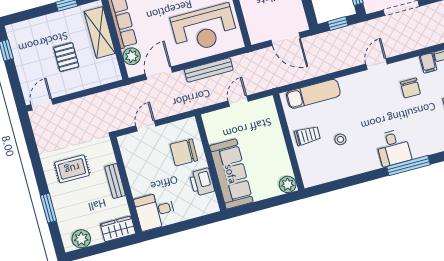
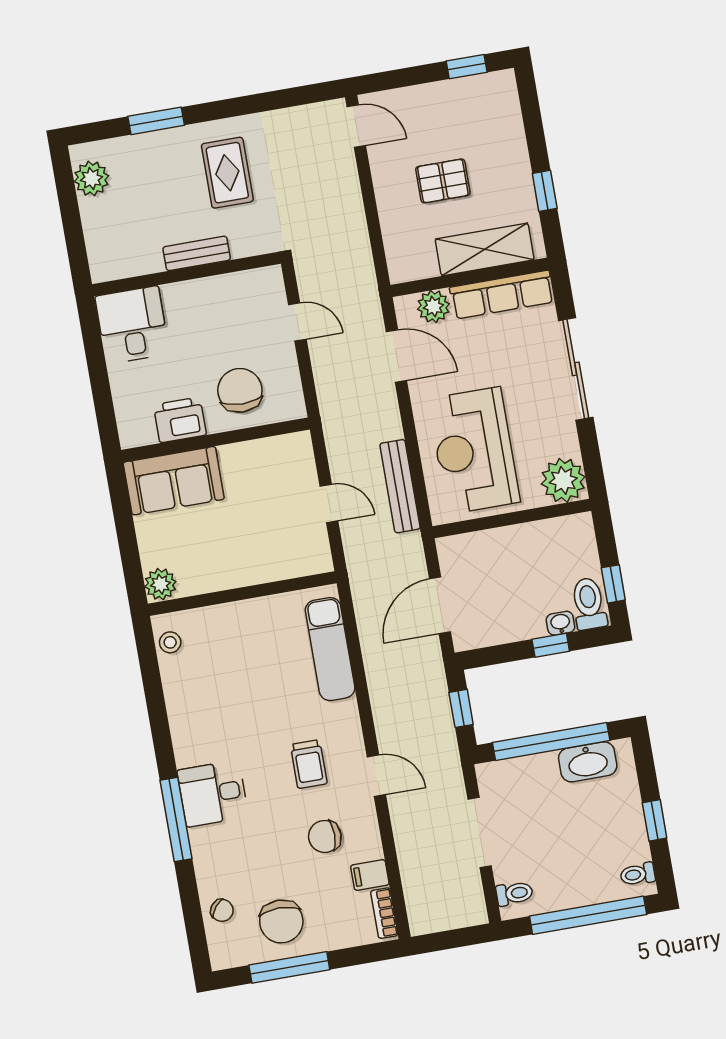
bench: (209, 70) -> (400, 486), moved
trolley: (307, 136) -> (309, 764), moved
stool: (340, 139) -> (170, 642), moved
sofa: (231, 174) -> (174, 481), width x0.73
wardrobe: (118, 229) -> (104, 251), removed

